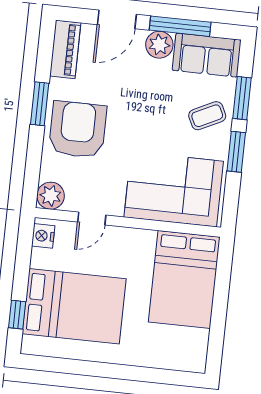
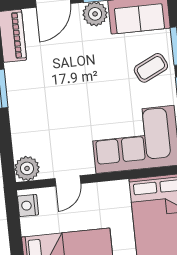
armchair: (78, 130) -> (39, 105), removed

